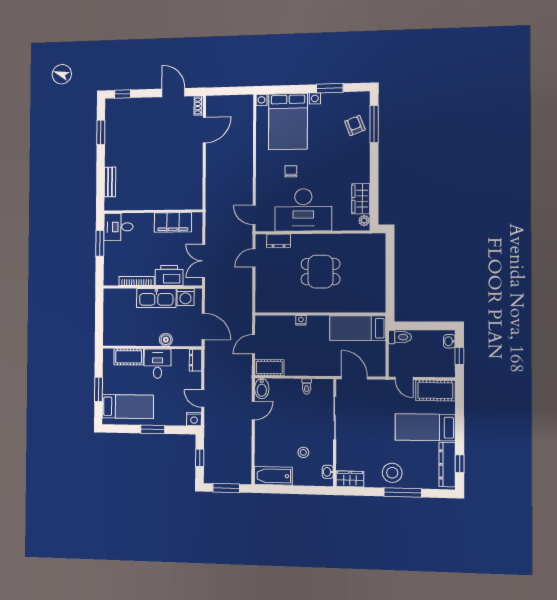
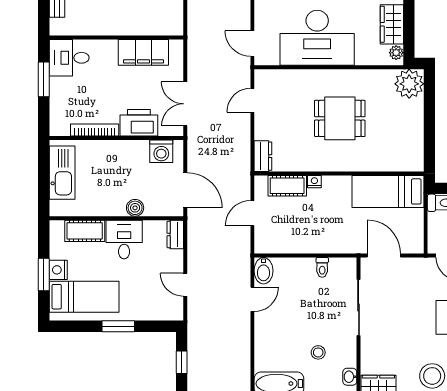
dresser: (279, 241) -> (263, 156), moved, turned -90
plant: (374, 245) -> (409, 84), added
kitchen sink: (156, 298) -> (62, 173), moved, turned -90
cot: (269, 367) -> (287, 186), moved
nightstand: (194, 419) -> (58, 270), moved, turned 90

